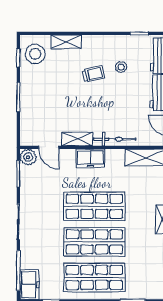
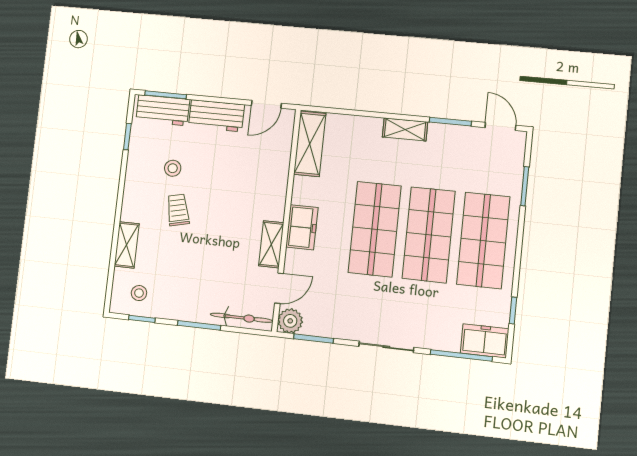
stool: (35, 54) -> (139, 293), width x0.53, depth x0.53
bicycle: (115, 139) -> (242, 318), moved, turned 90

